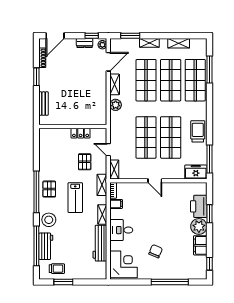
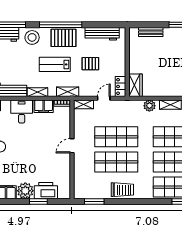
wardrobe: (96, 119) -> (136, 85), added
locker: (81, 133) -> (121, 86), moved
workbench: (45, 151) -> (102, 34), added
window: (209, 159) -> (94, 202), width x0.69
pallet: (85, 162) -> (90, 64), moved
freezer: (196, 172) -> (81, 188), removed
pallet: (49, 189) -> (63, 38), width x1.50, depth x1.42
filing cabinet: (116, 204) -> (44, 106), width x2.00

